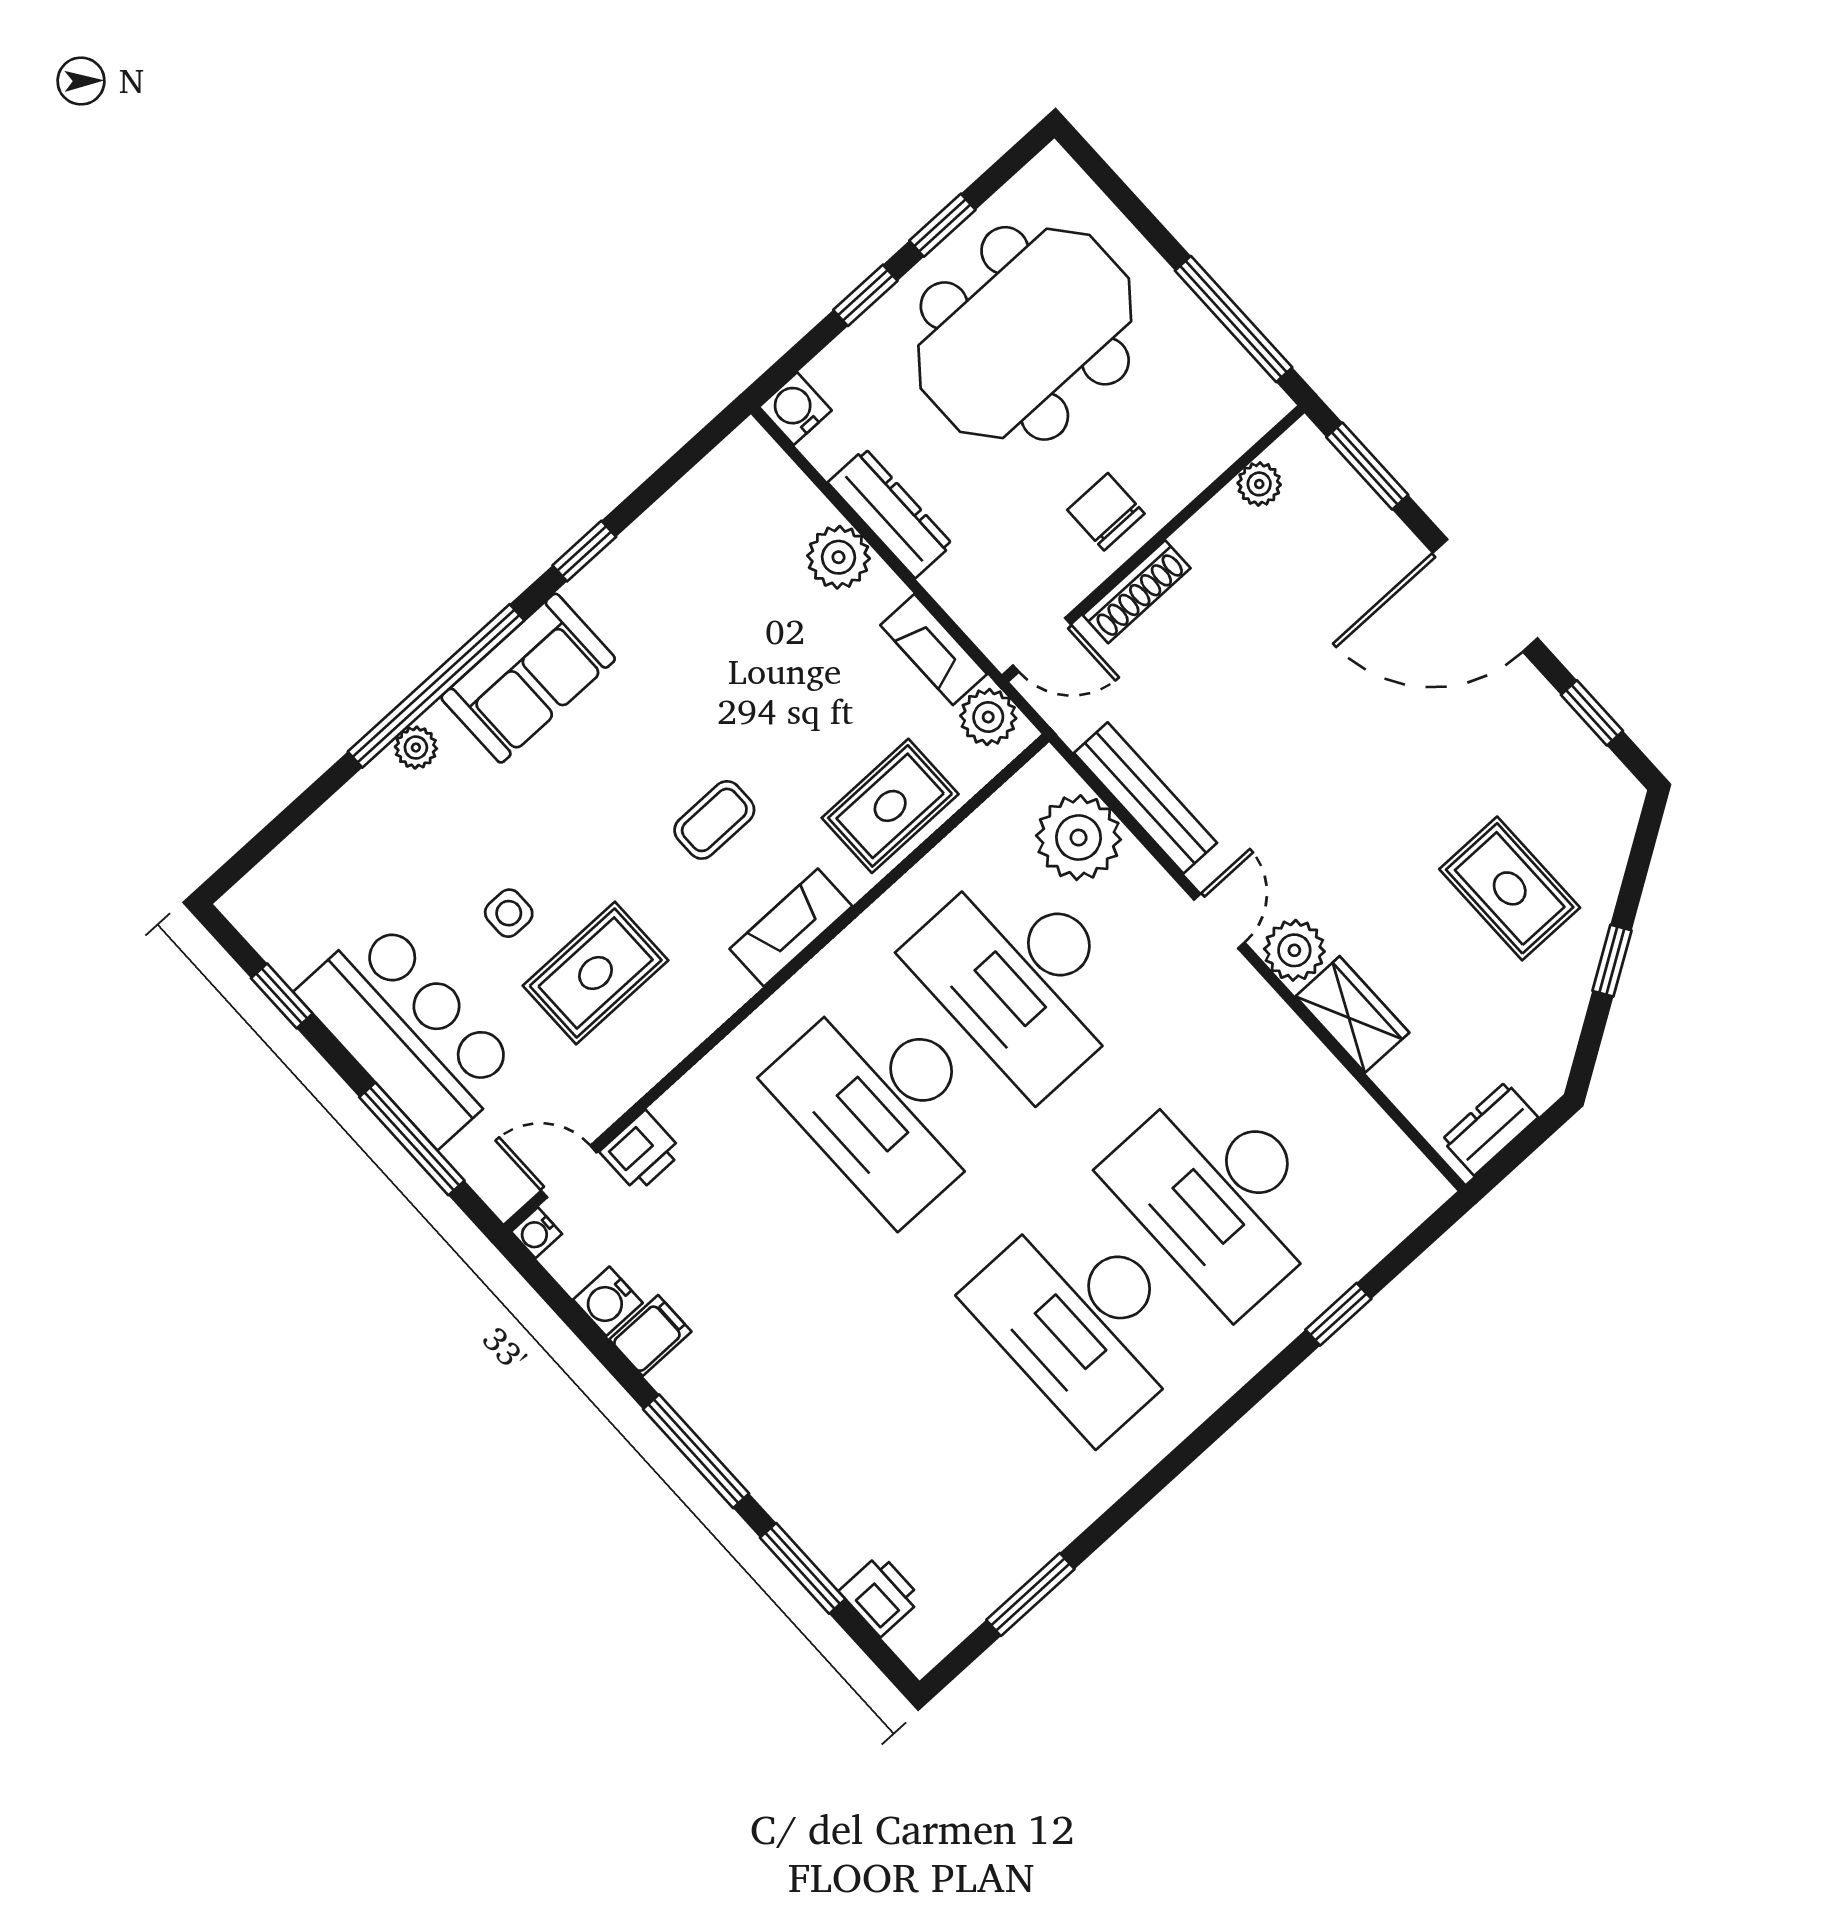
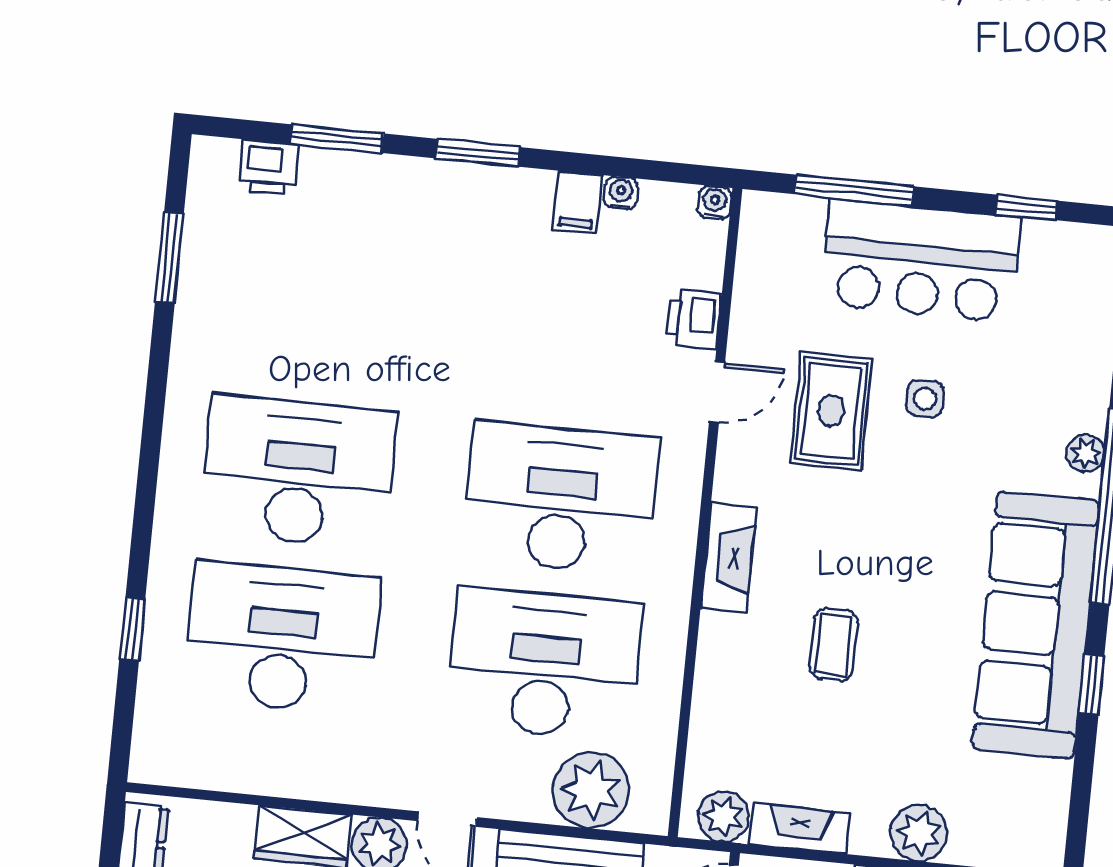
sofa: (528, 678) -> (1036, 625), width x1.85, depth x1.27
rug: (890, 806) -> (735, 698), removed
coffee table: (714, 820) -> (834, 645), moved
door: (569, 1172) -> (717, 392), moved
water cooler: (608, 1301) -> (621, 193), width x0.72, depth x0.72
window: (696, 1451) -> (478, 153), width x0.69

